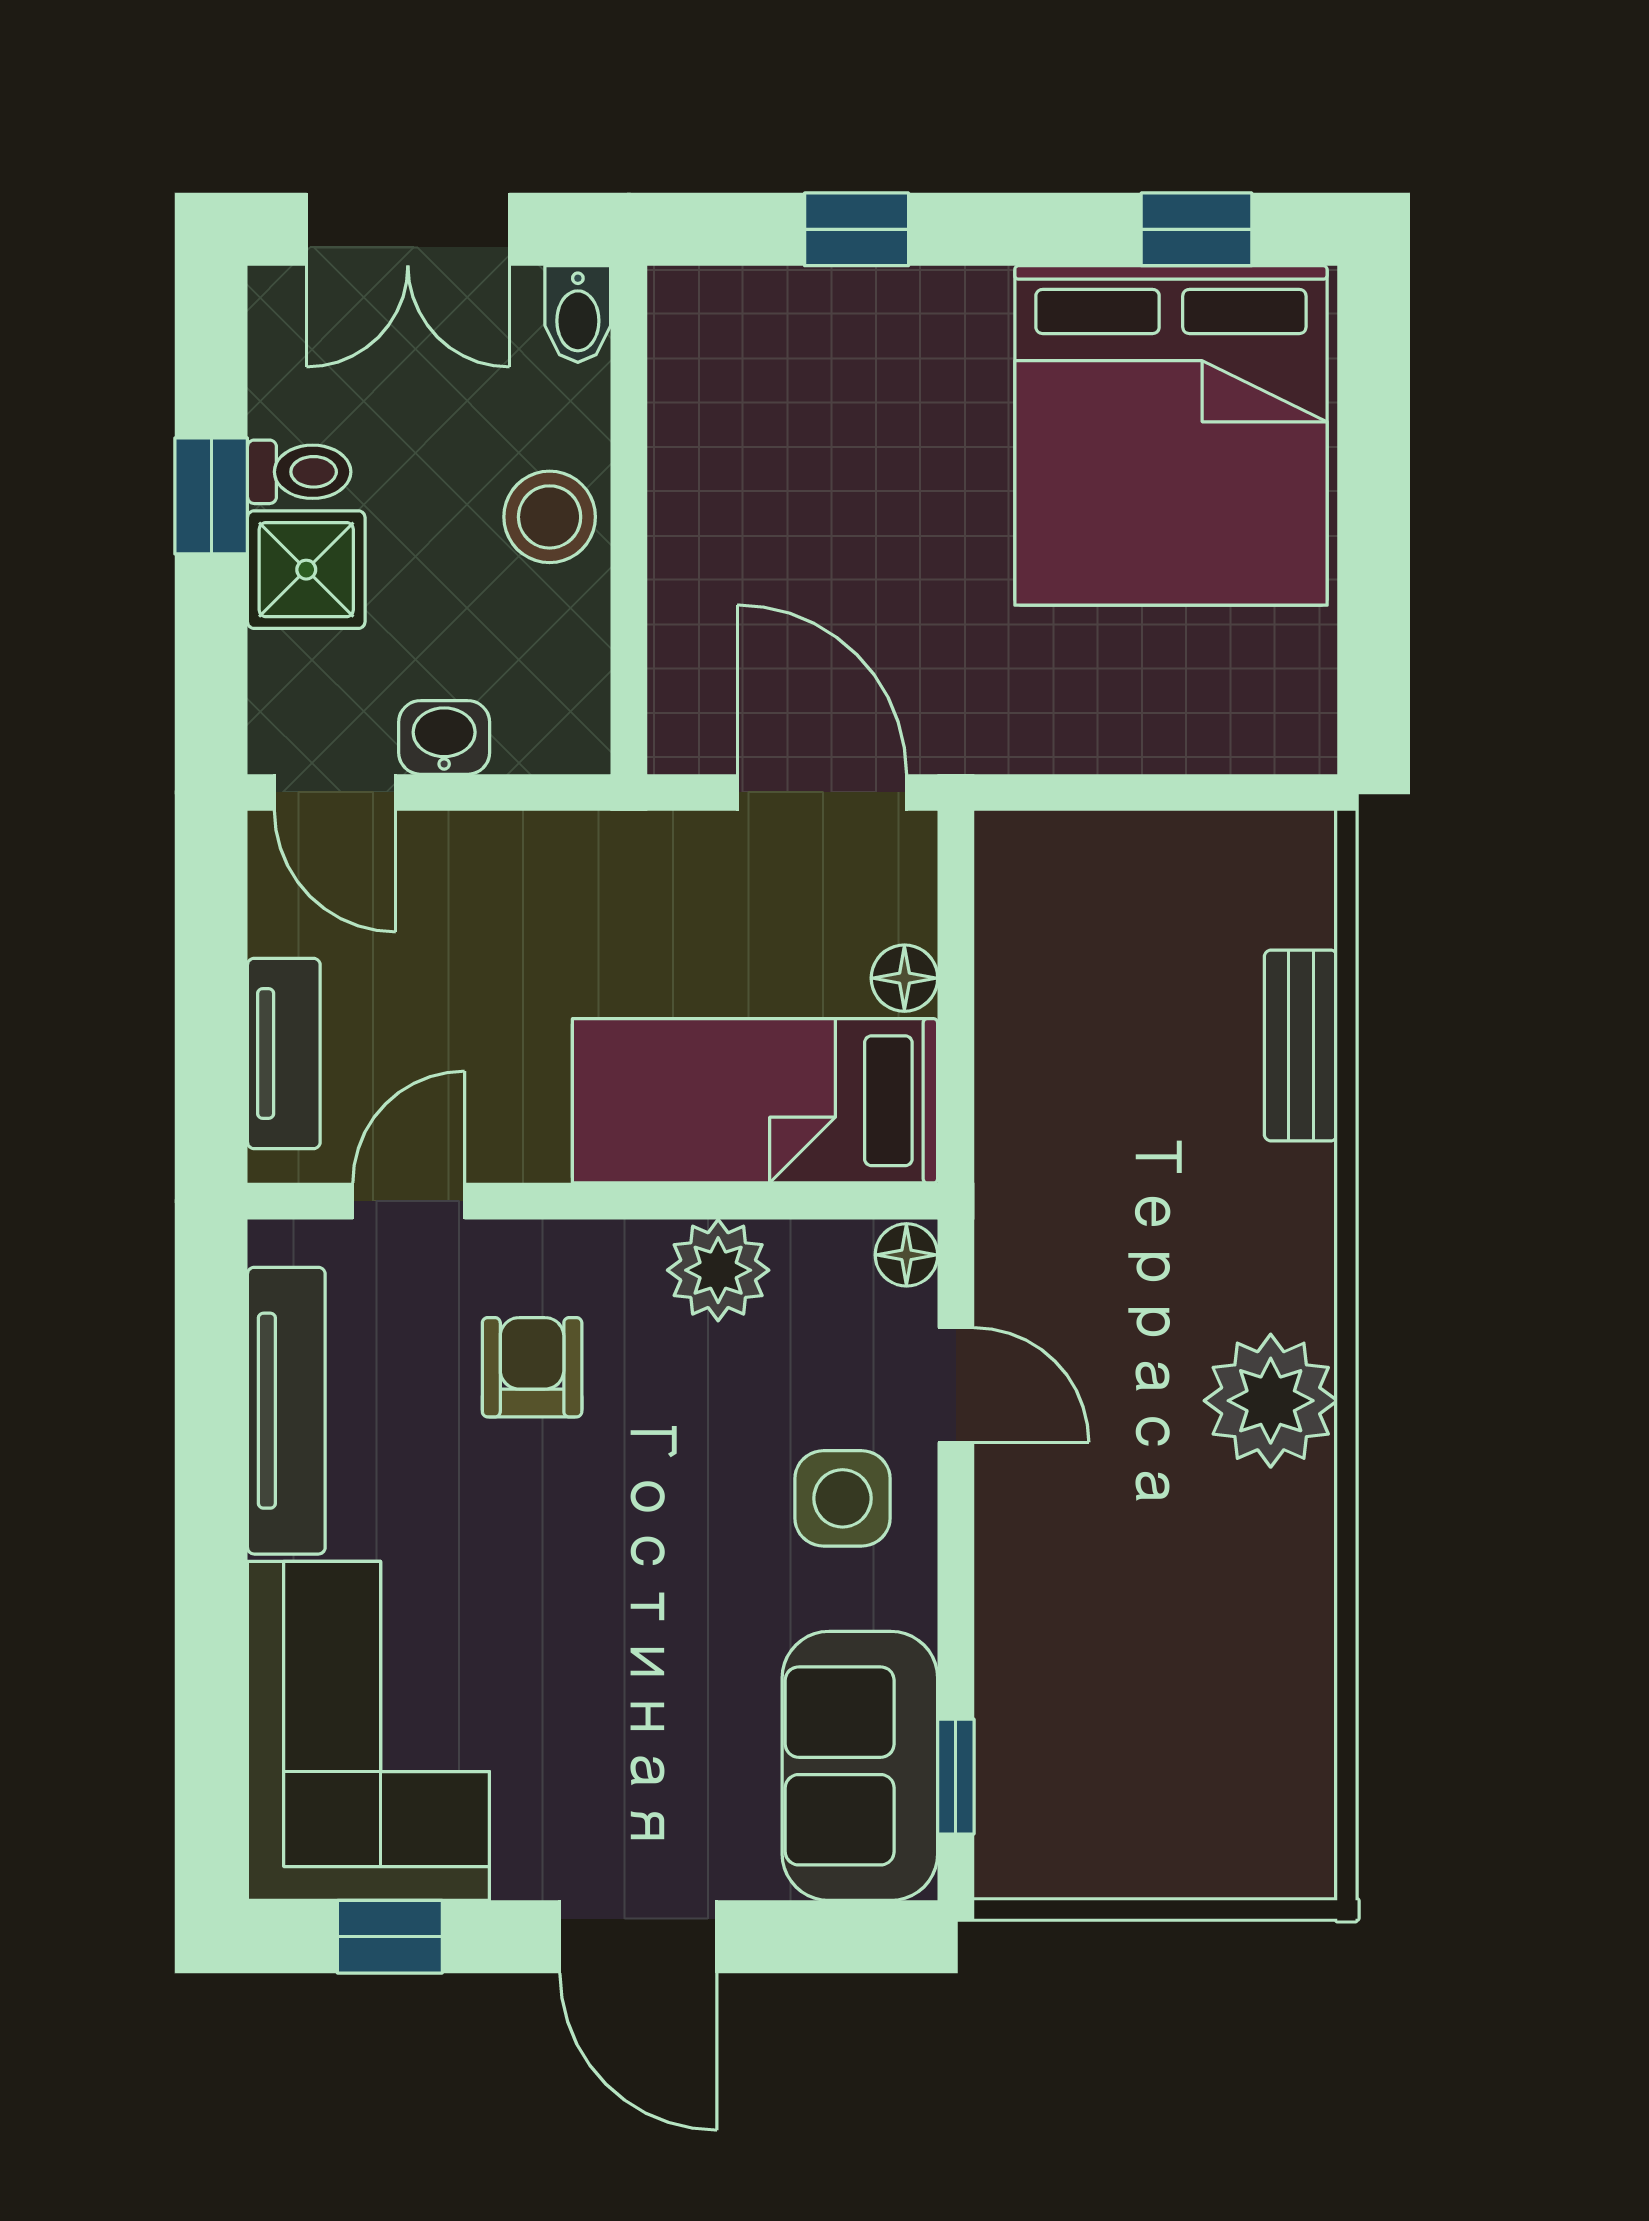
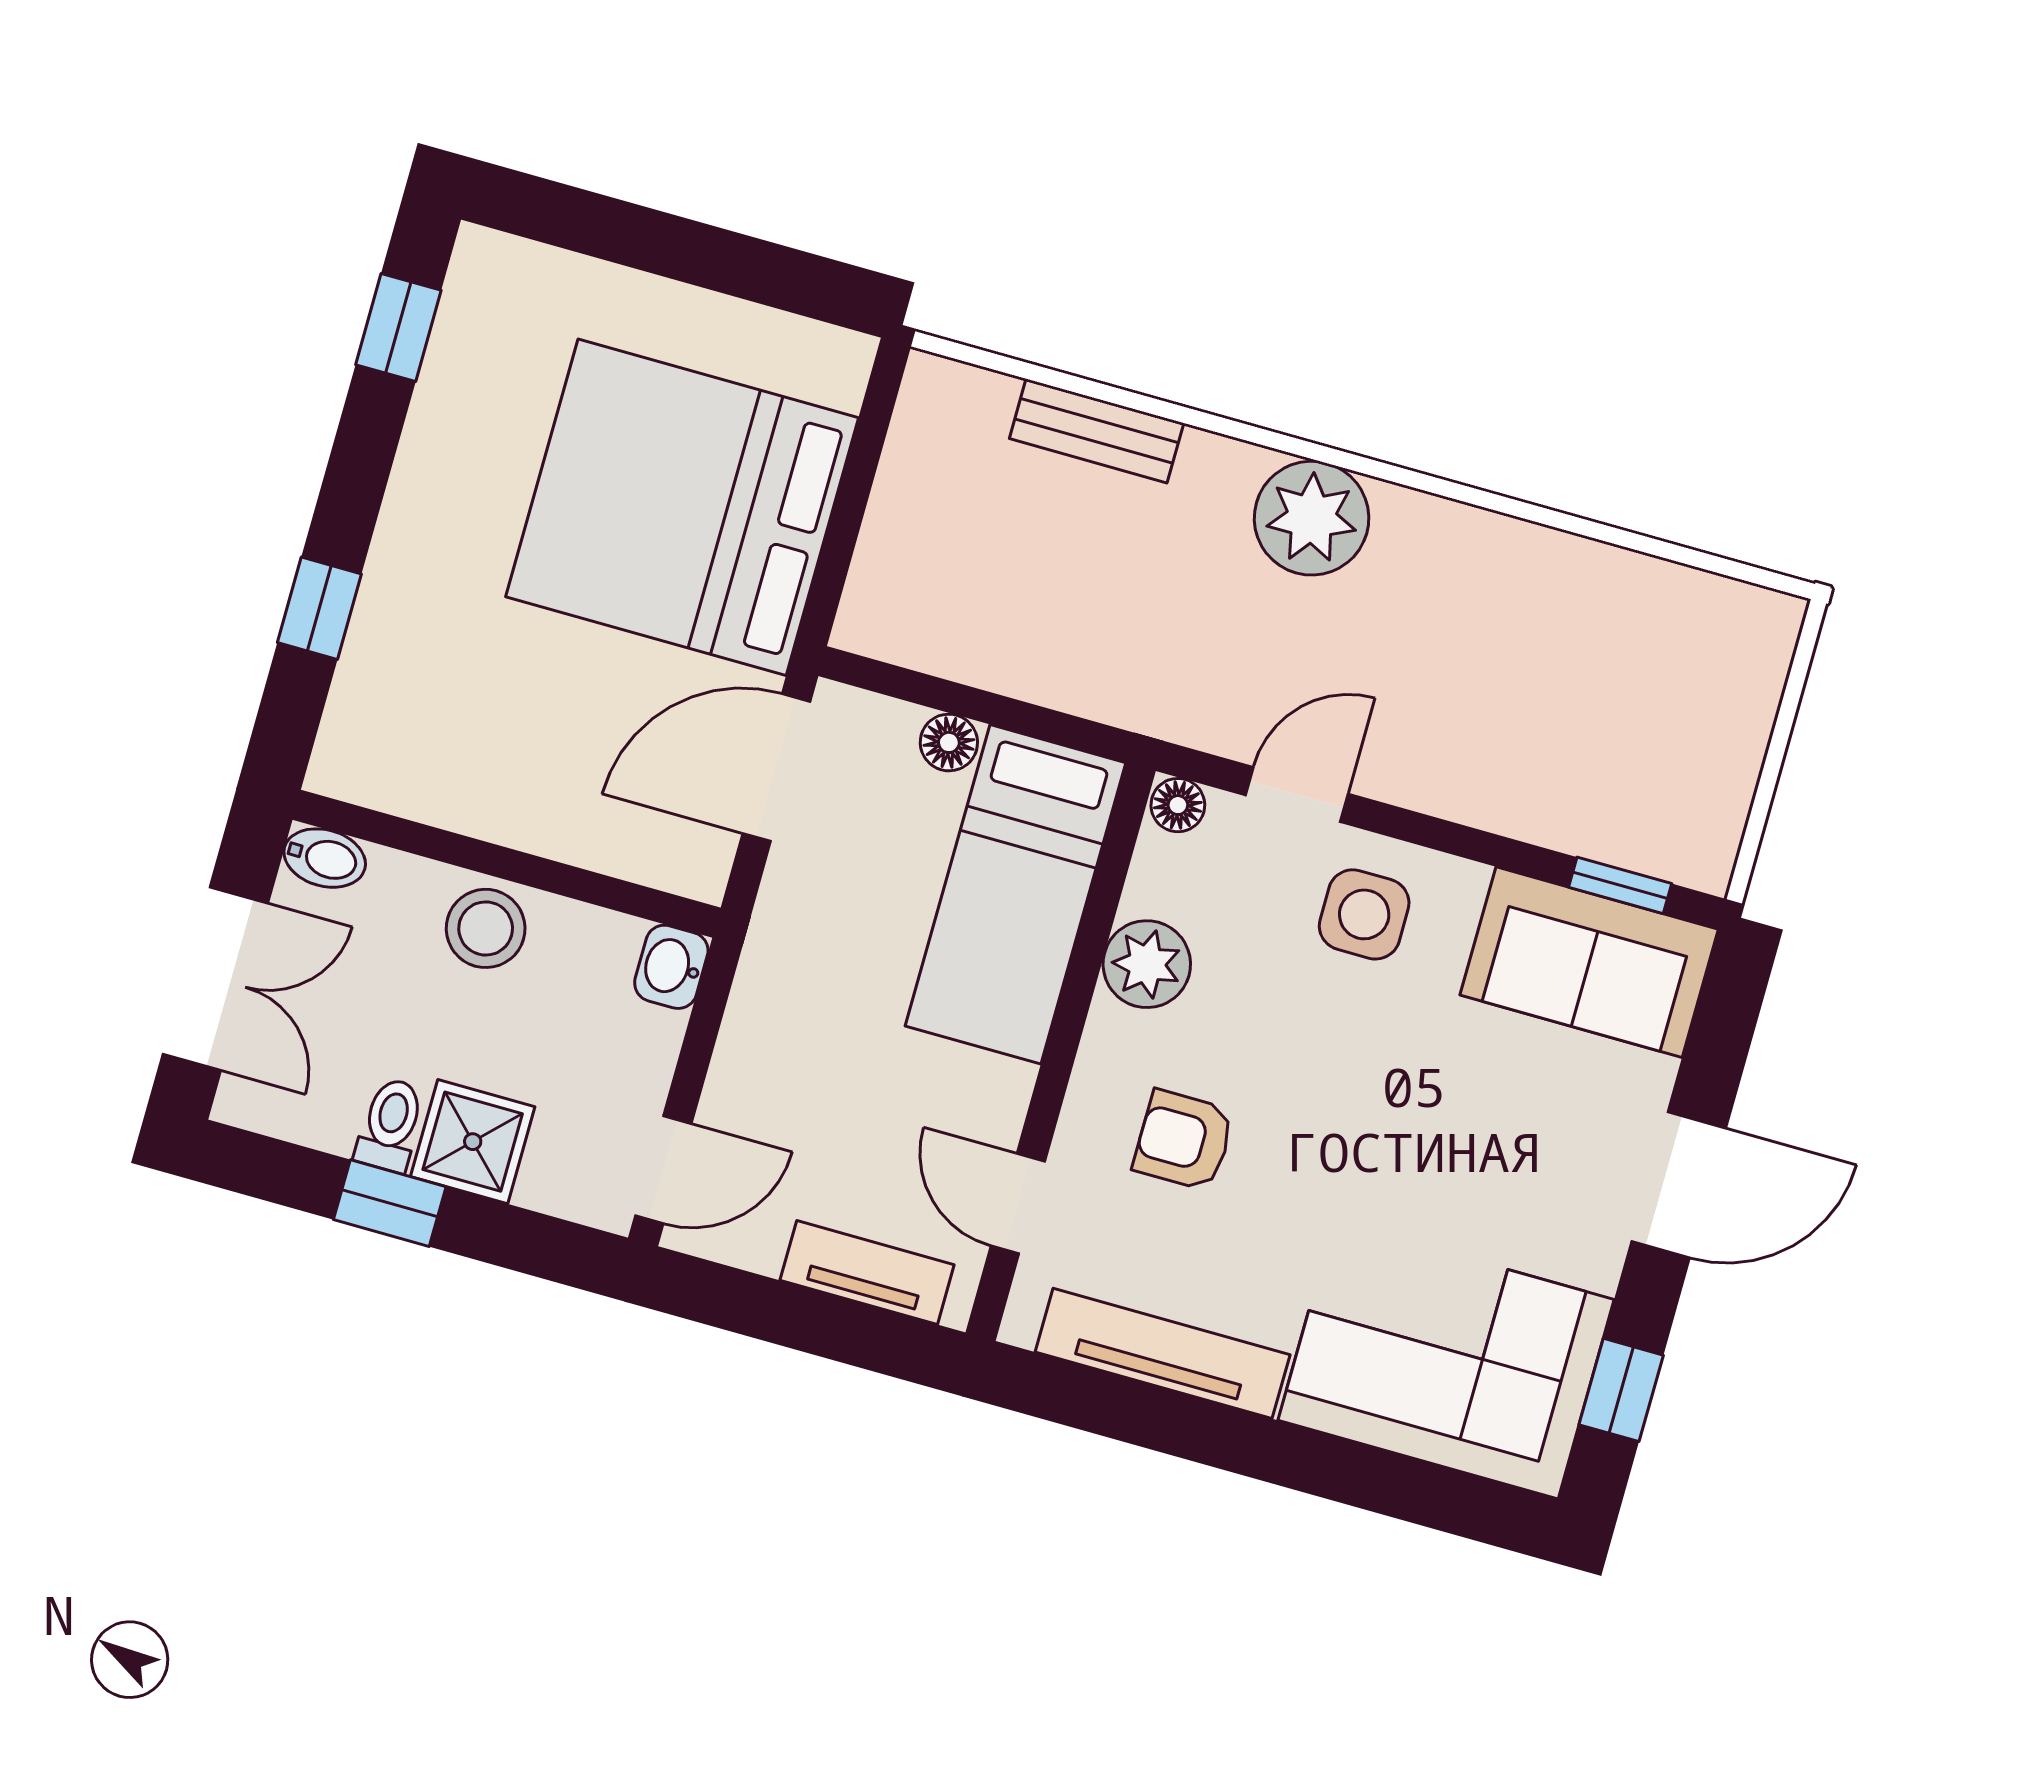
bed: (1171, 435) -> (682, 507), moved, turned 180
washbasin: (444, 737) -> (671, 967), moved
plant: (1271, 1401) -> (1312, 518), moved

